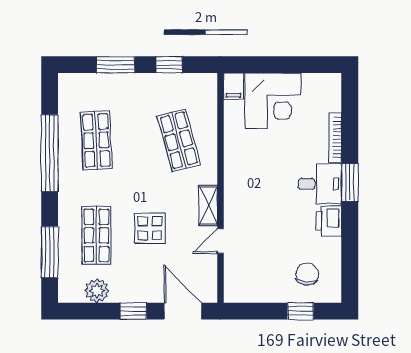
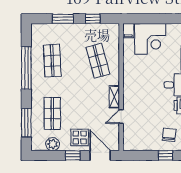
display table: (150, 228) -> (80, 137), moved

